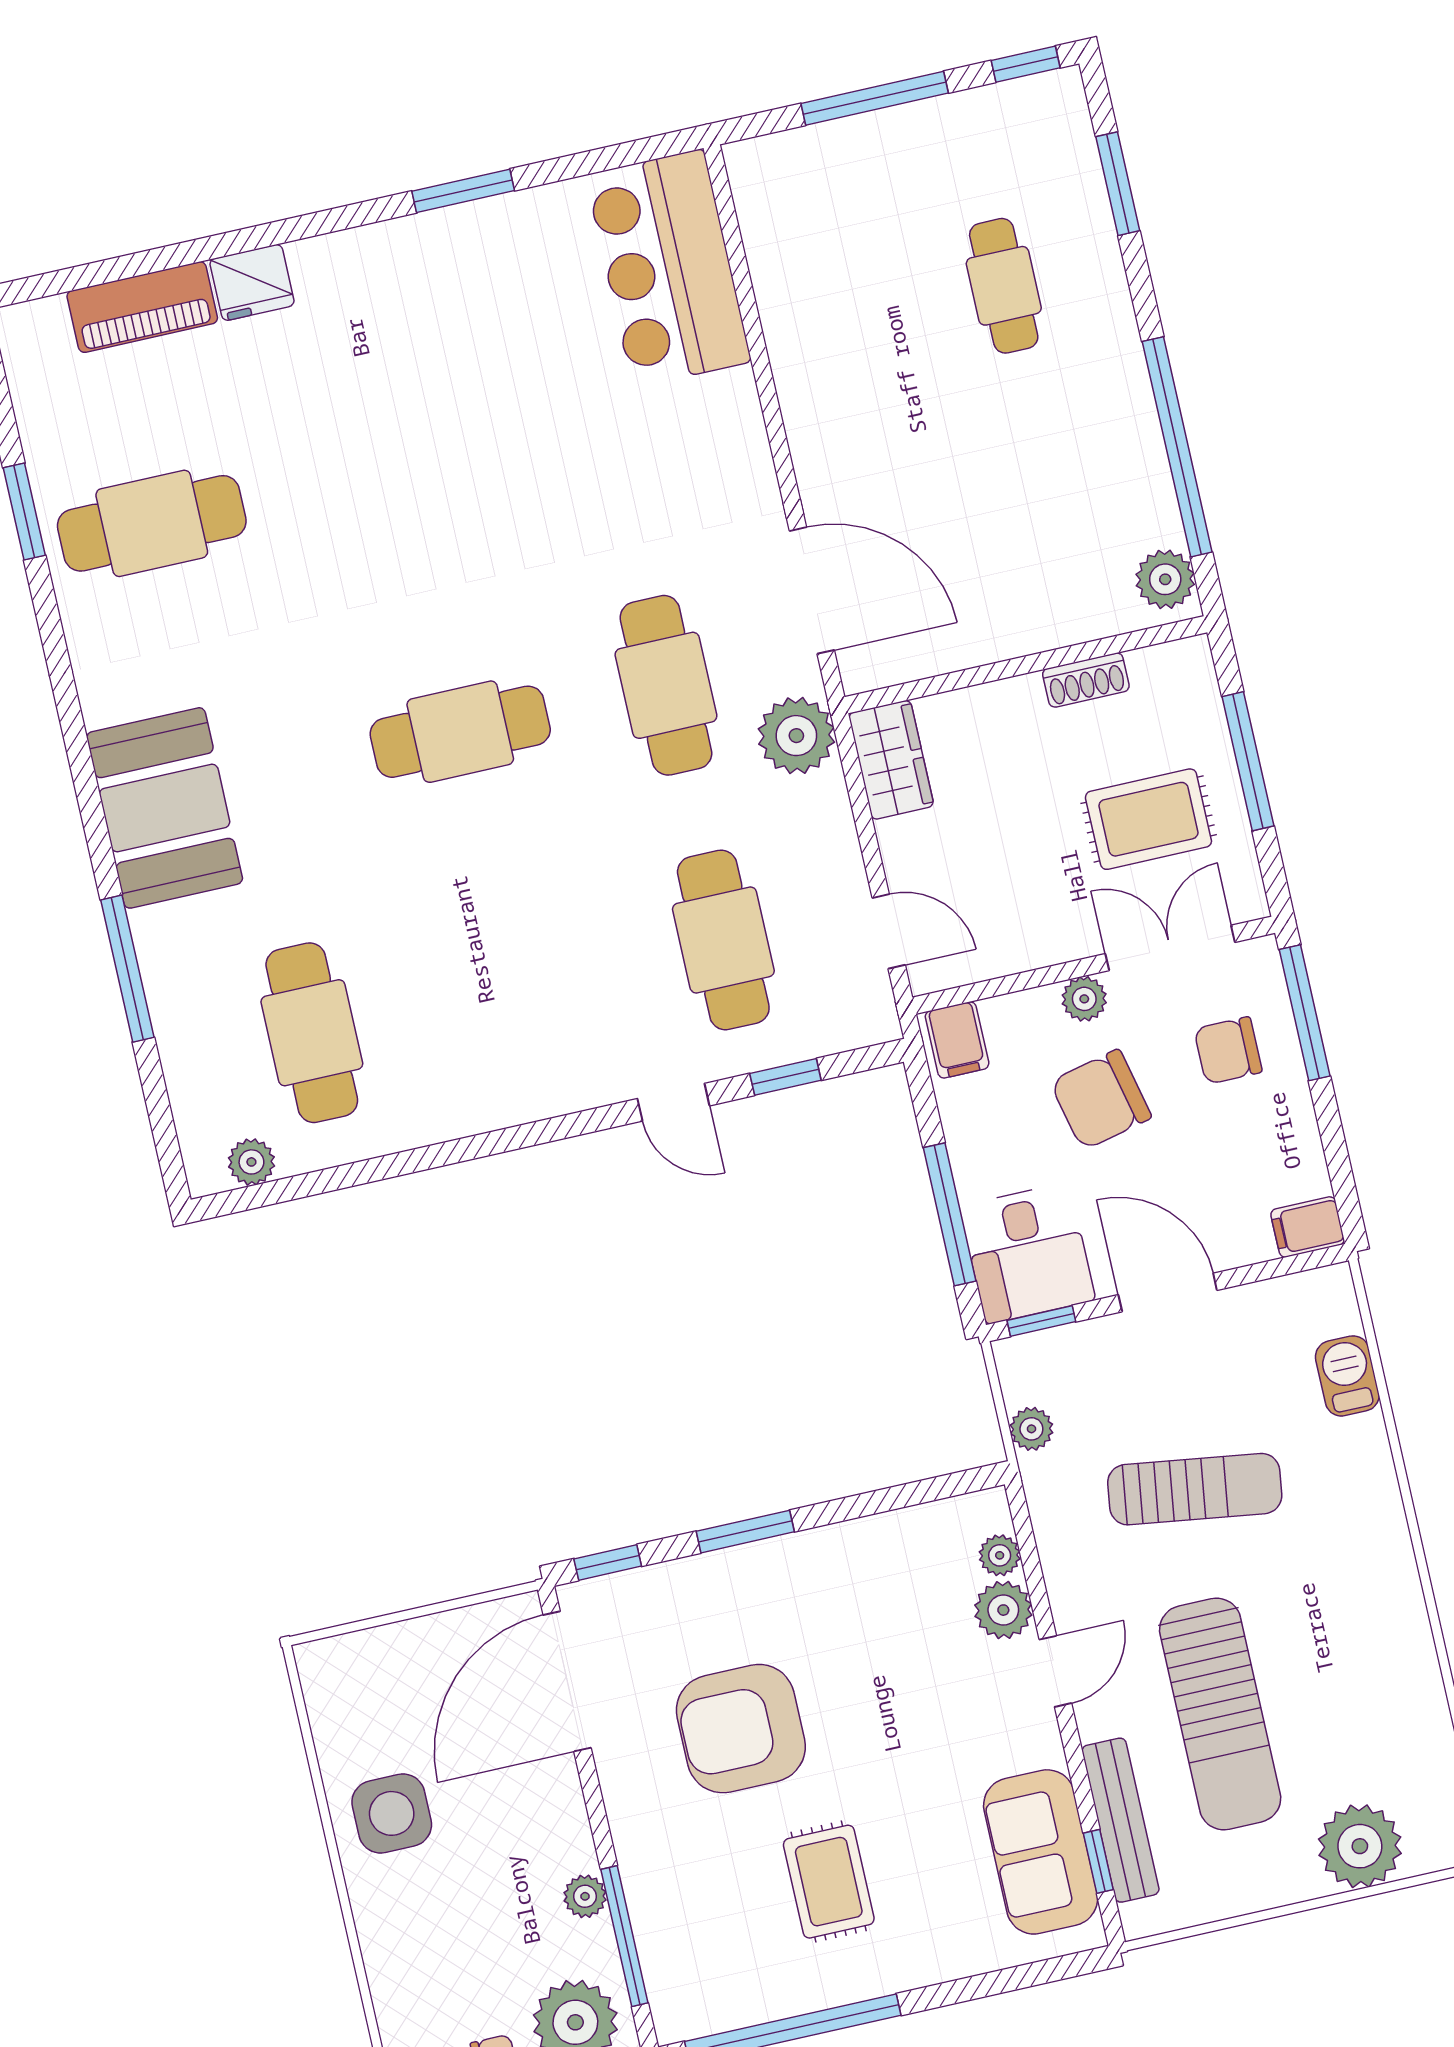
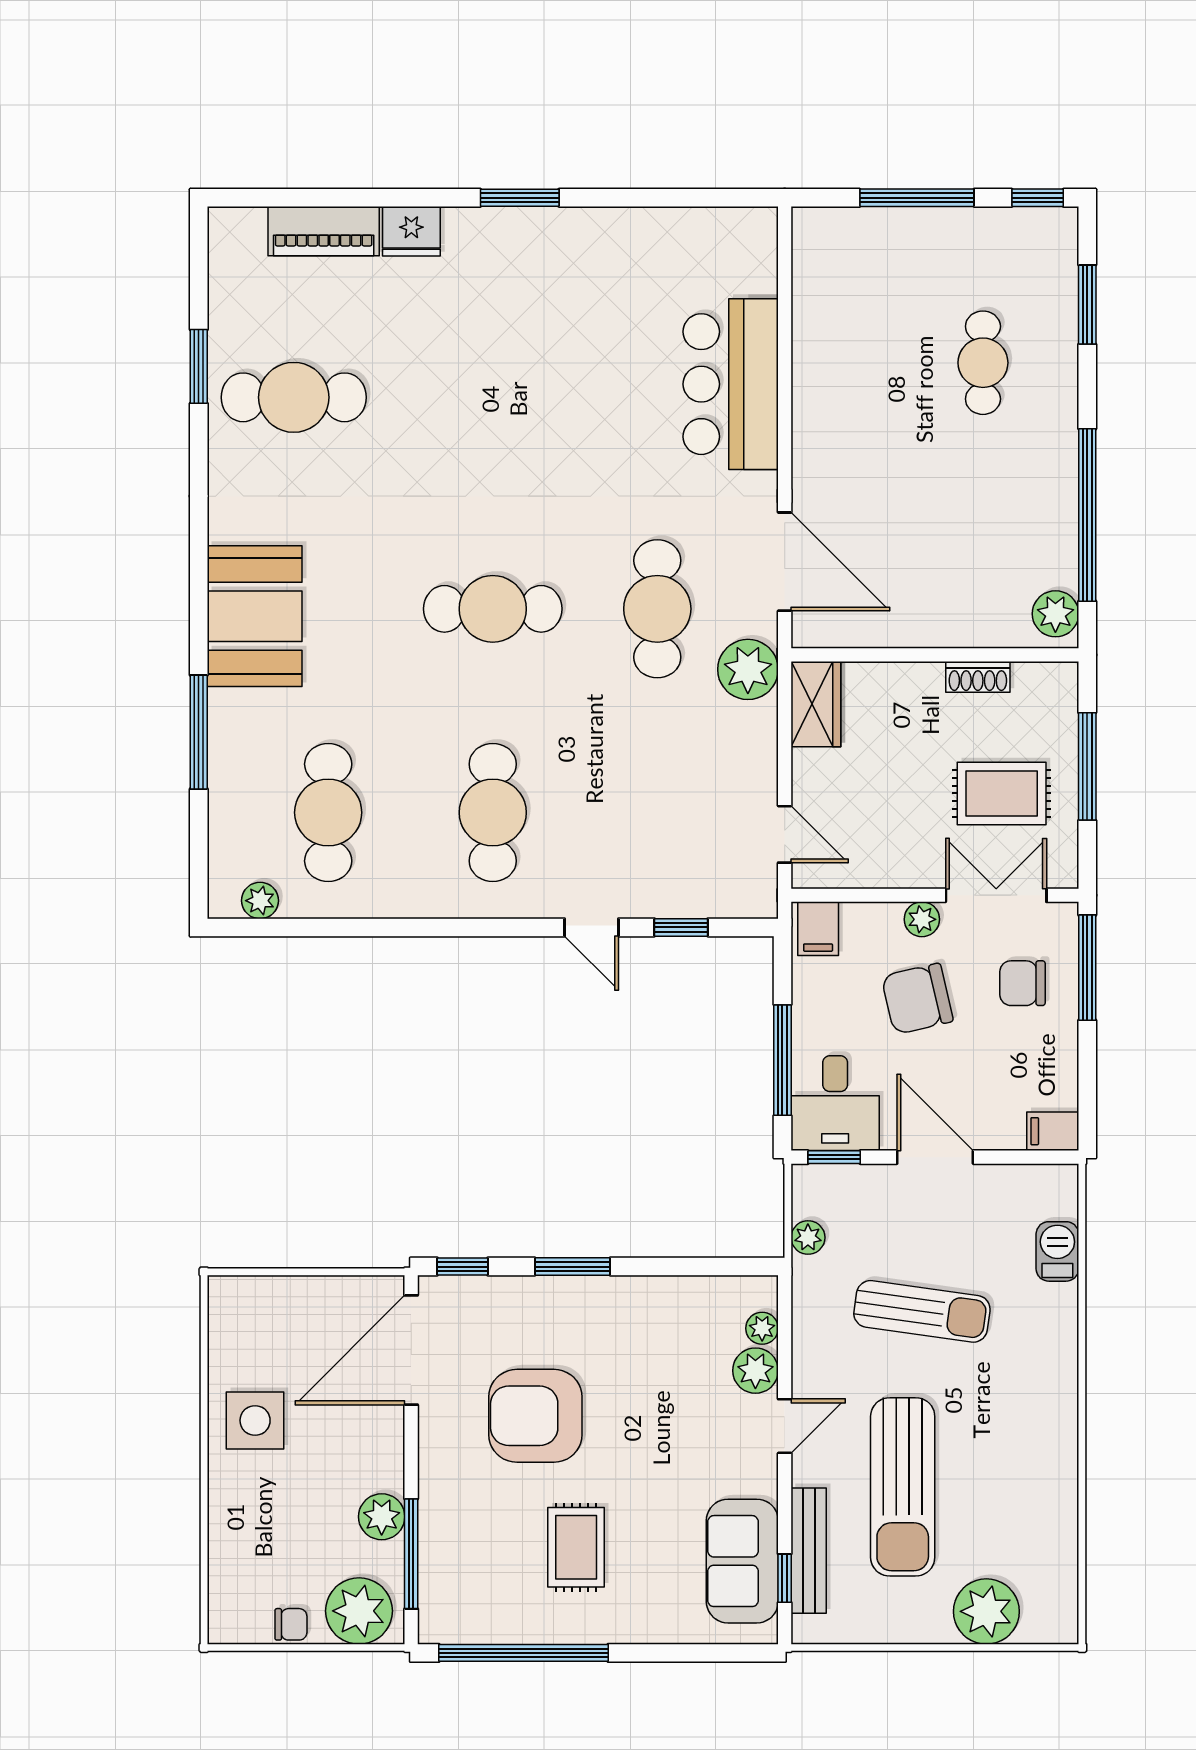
window: (463, 191) -> (520, 198), moved
bar counter: (668, 268) -> (731, 384), moved
cafe table: (723, 940) -> (493, 813), moved
plant: (585, 1896) -> (382, 1517), width x1.38, depth x1.38

